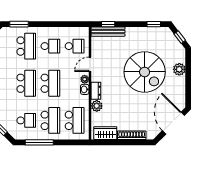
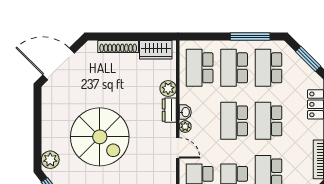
door: (90, 64) -> (178, 148), hinge flipped
plant: (179, 69) -> (50, 160), moved
spiral stairs: (145, 72) -> (100, 137), turned 180
school desk: (26, 120) -> (269, 68), width x1.85
door: (173, 123) -> (59, 64), swing flipped

